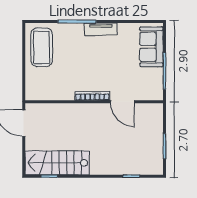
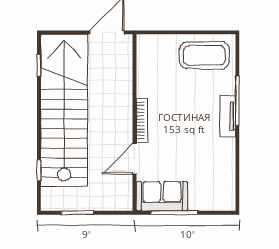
tv unit: (101, 29) -> (228, 116), moved
sofa: (151, 47) -> (162, 196), moved
stairs: (57, 163) -> (64, 110), width x1.86, depth x1.51

